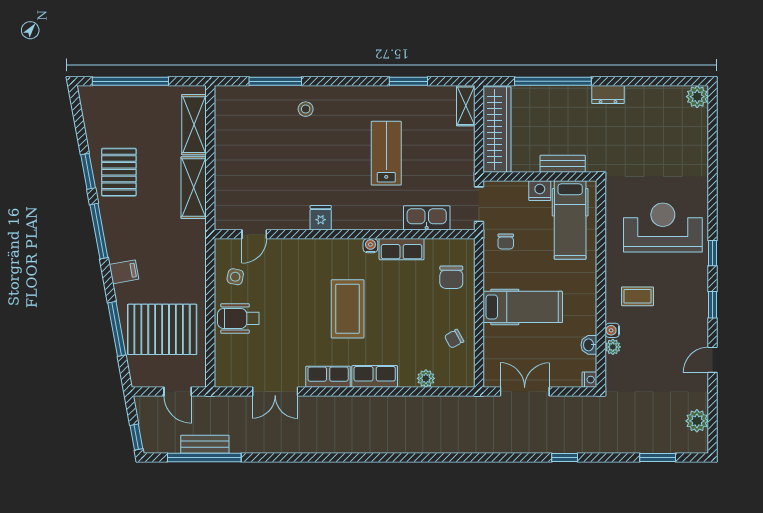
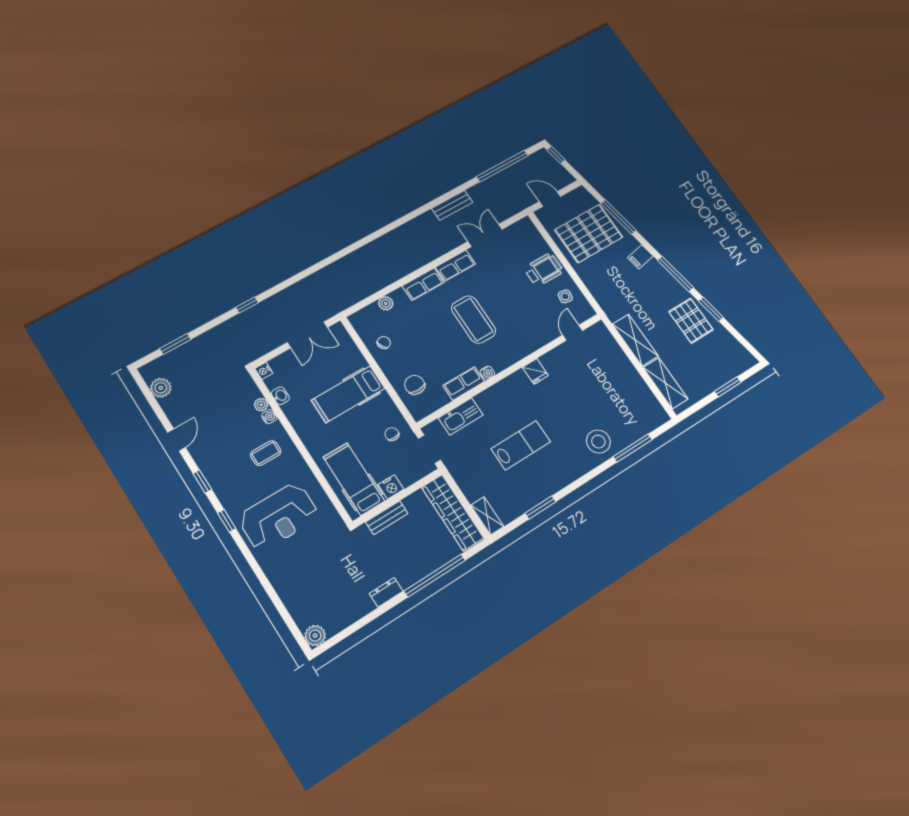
window: (130, 81) -> (728, 387), width x0.47
stool: (306, 109) -> (598, 442), width x1.89, depth x1.89
lab bench: (386, 153) -> (521, 445), turned -90
bench: (205, 444) -> (452, 205), moved

